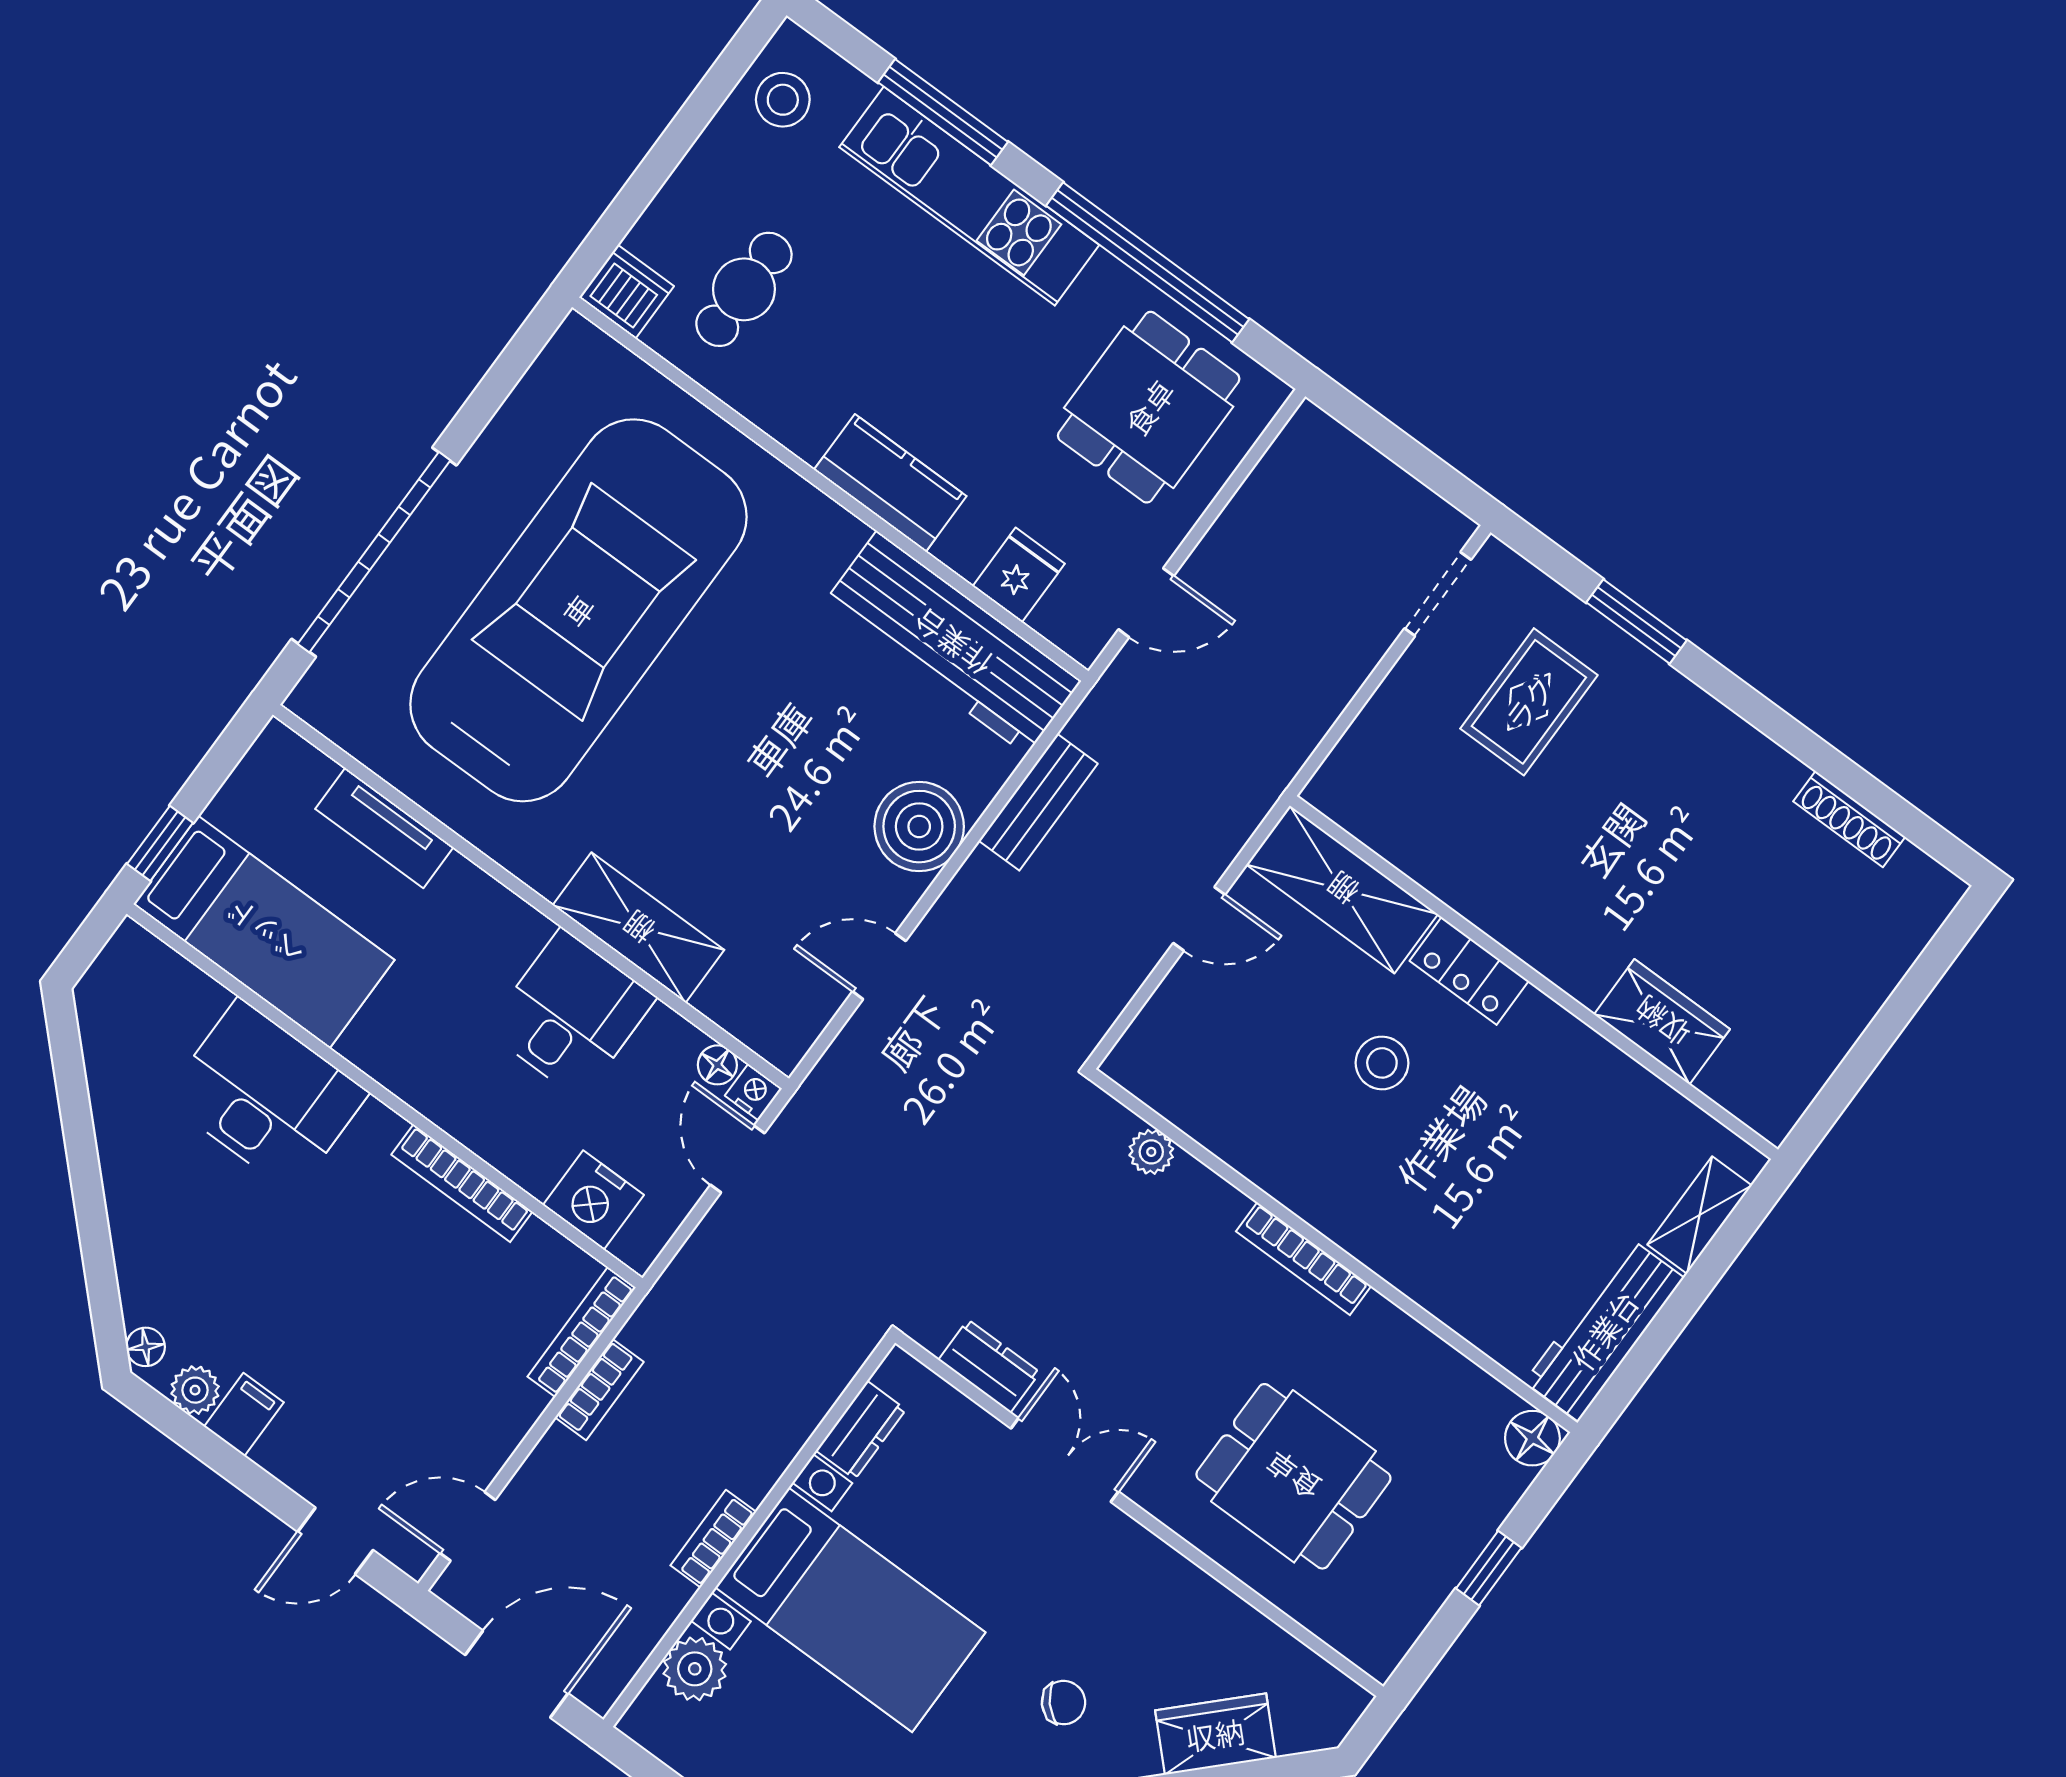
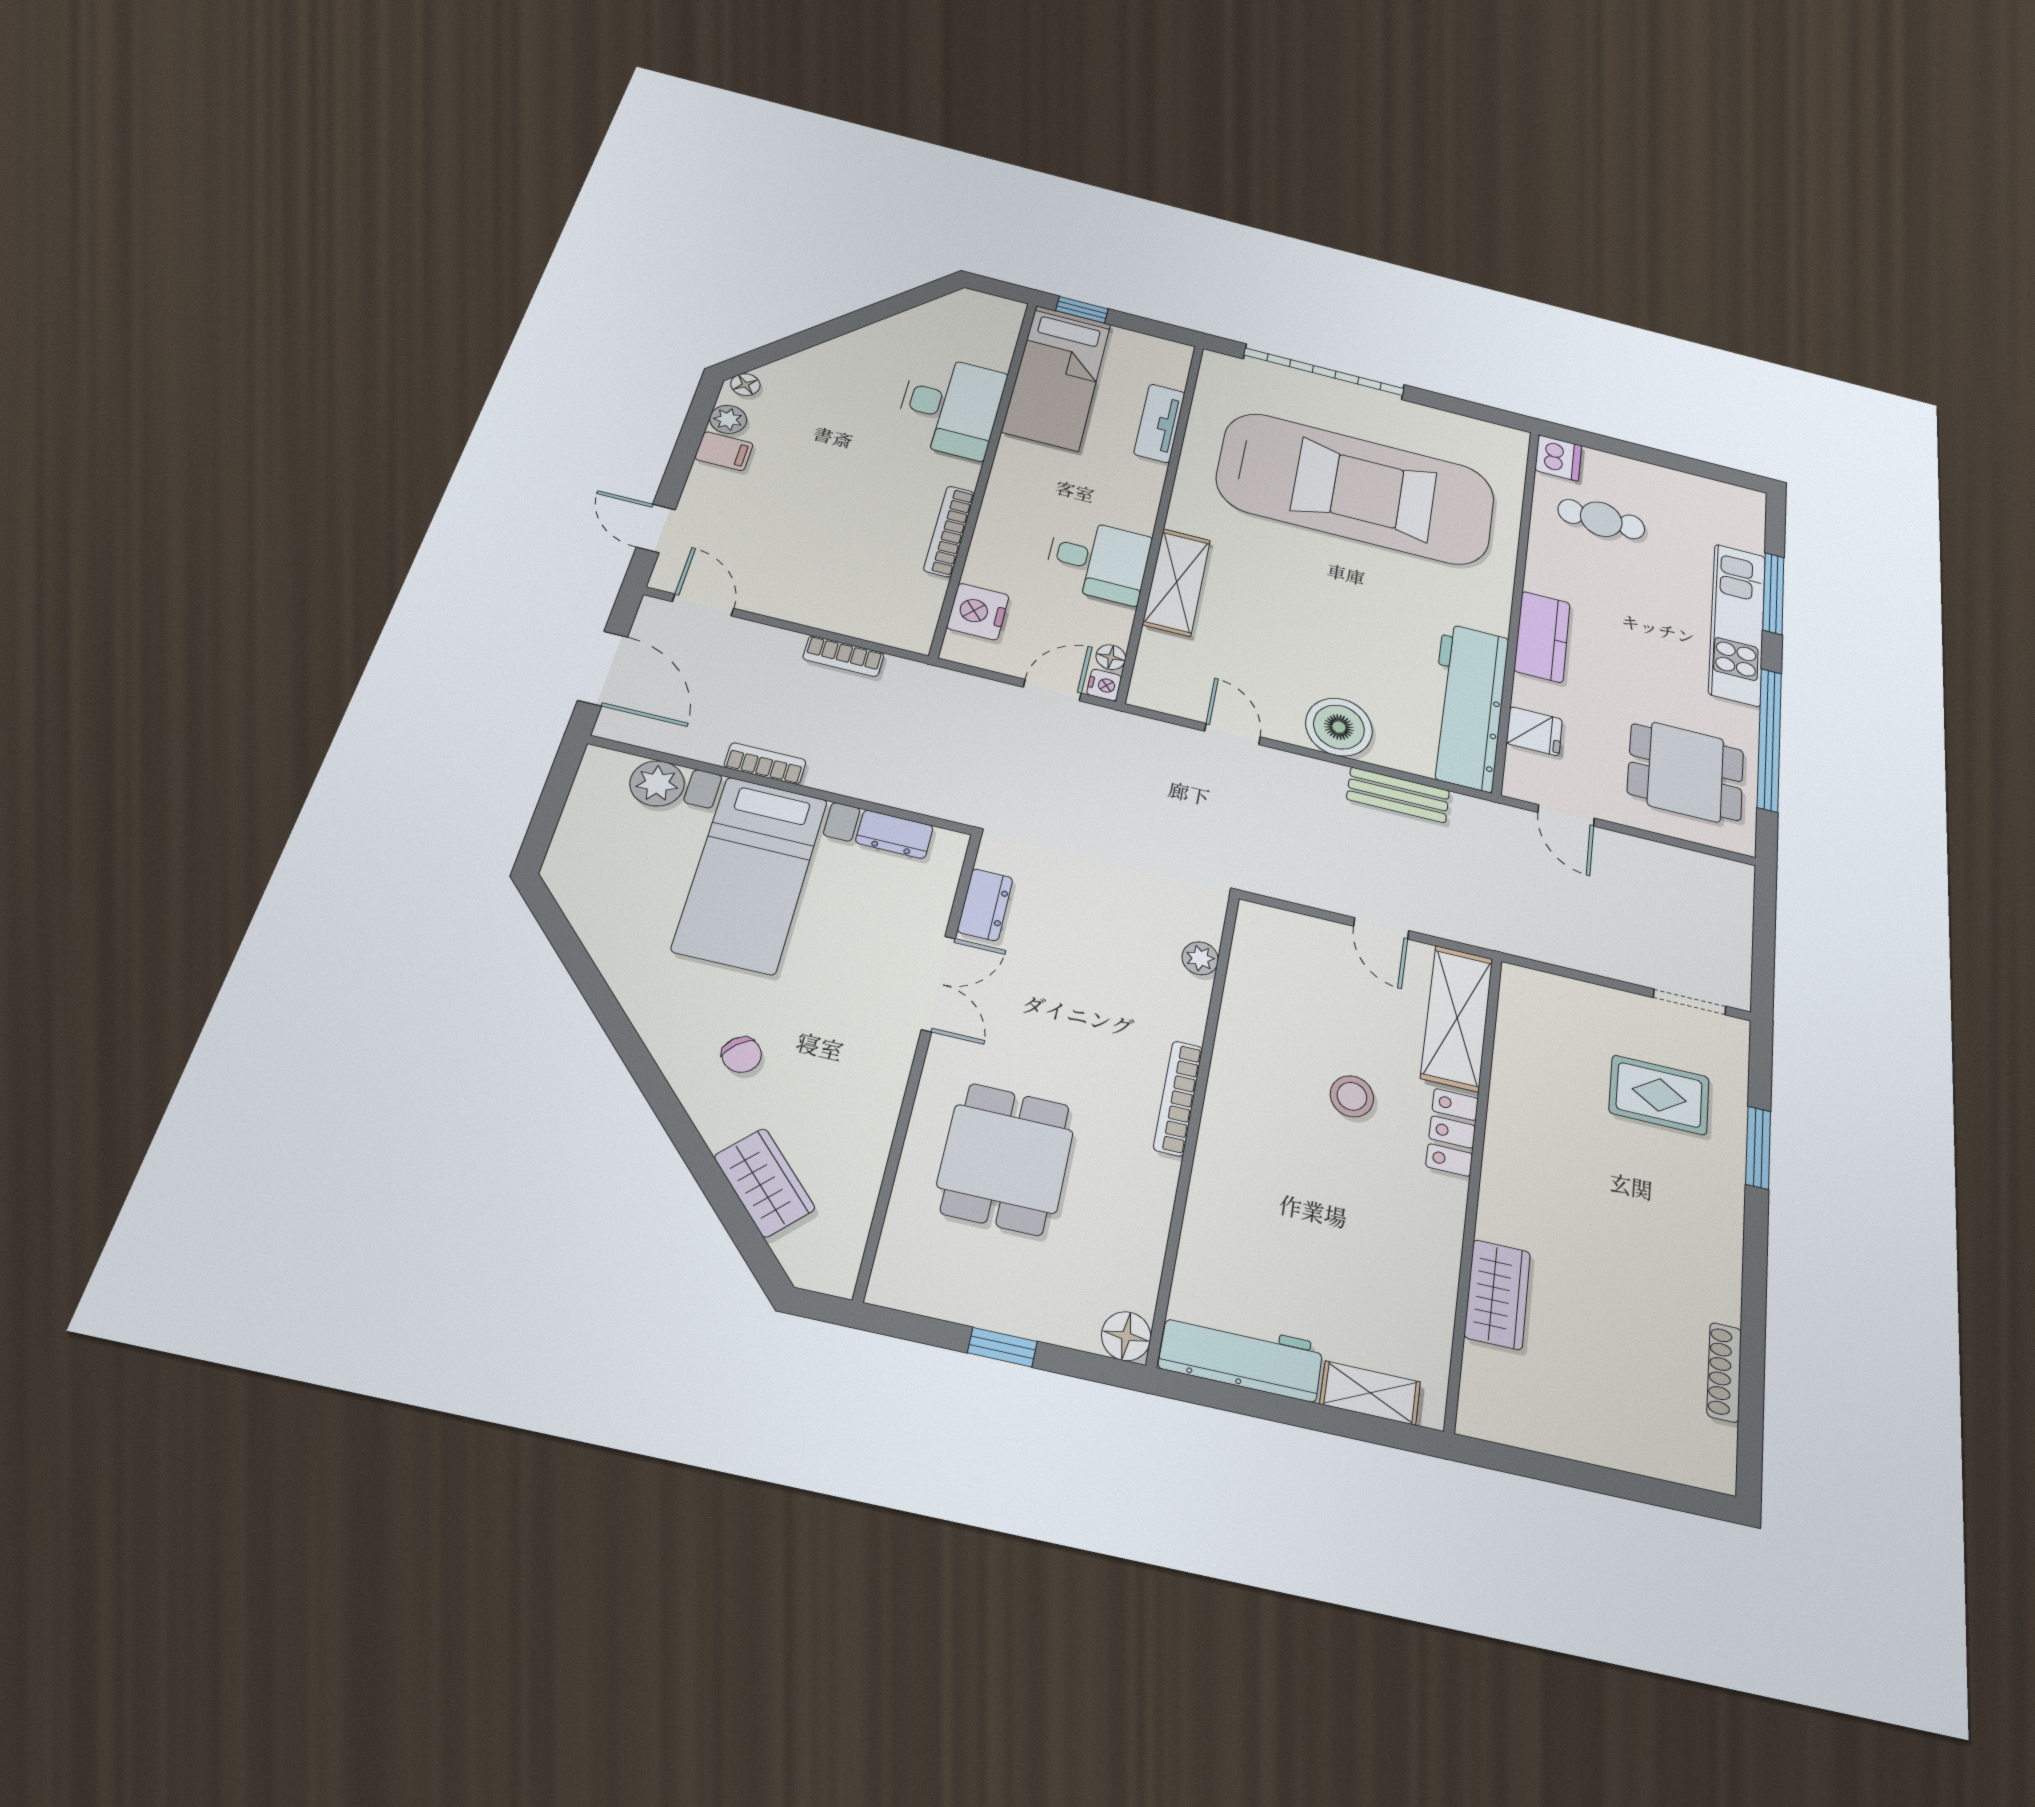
stool: (783, 100) -> (1720, 506), removed
bookcase: (582, 1332) -> (880, 633), removed

